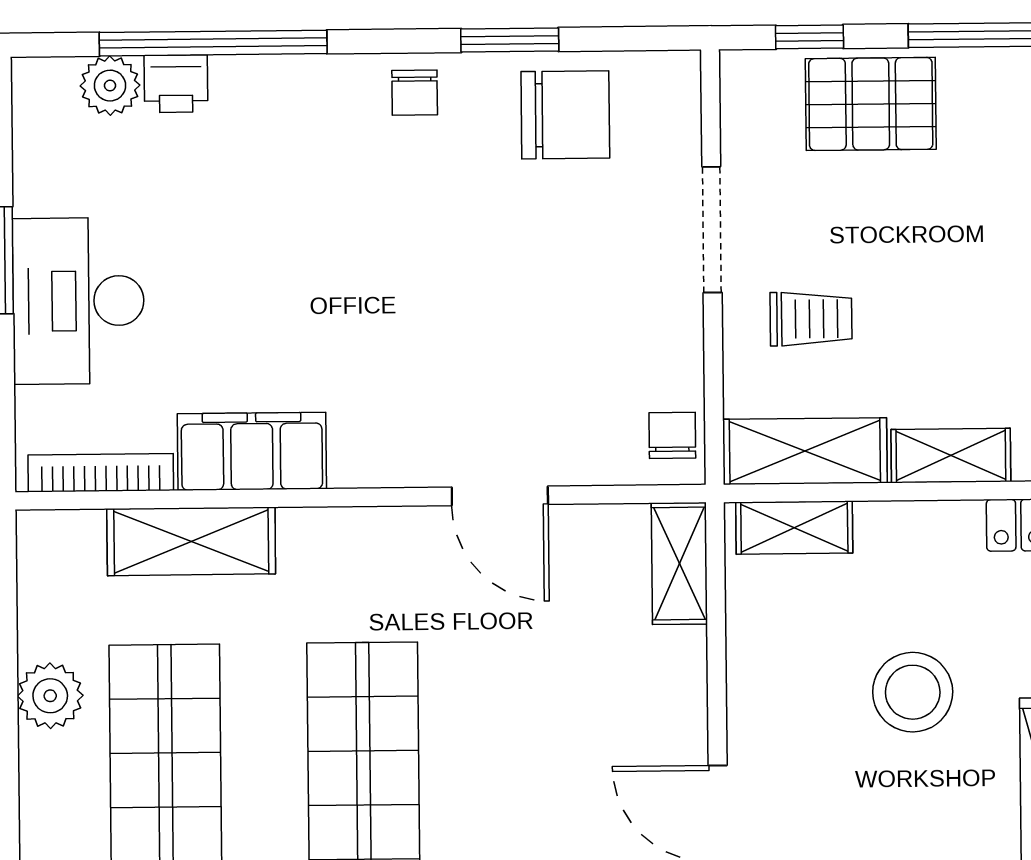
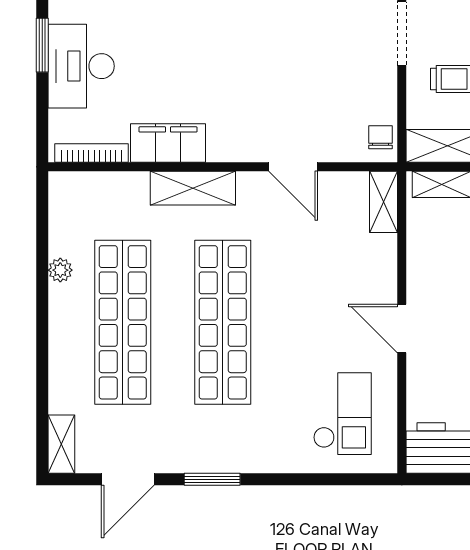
shelving: (191, 541) -> (193, 188), moved
plant: (50, 696) -> (60, 270), width x0.73, depth x0.73

